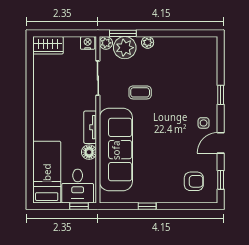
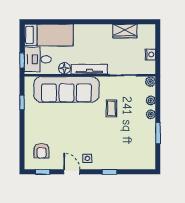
window: (123, 33) -> (158, 133), moved
nightstand: (88, 43) -> (150, 54), moved
wardrobe: (48, 45) -> (125, 31), moved, turned -90
plant: (125, 48) -> (151, 101), width x0.53, depth x0.53
tv unit: (90, 127) -> (89, 69), width x1.41
window: (147, 206) -> (22, 102), moved

